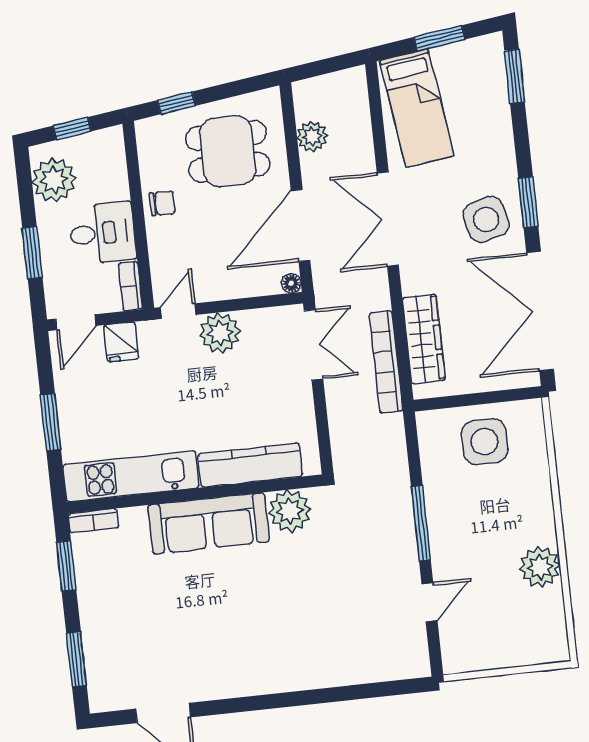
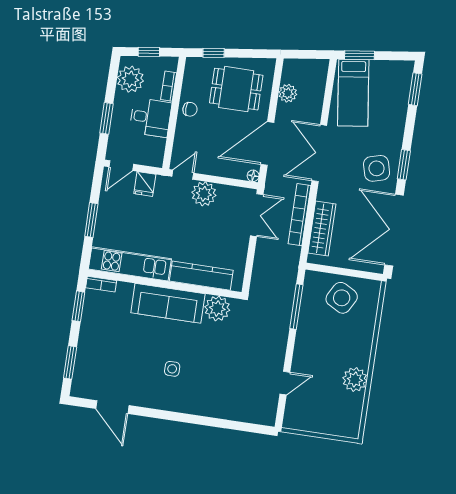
window: (440, 38) -> (360, 55), moved
bookcase: (130, 286) -> (169, 86), moved
bookcase: (386, 362) -> (300, 215), moved
side table: (485, 442) -> (342, 298), turned 30
window: (421, 523) -> (296, 307), moved
side table: (243, 627) -> (172, 369), added

